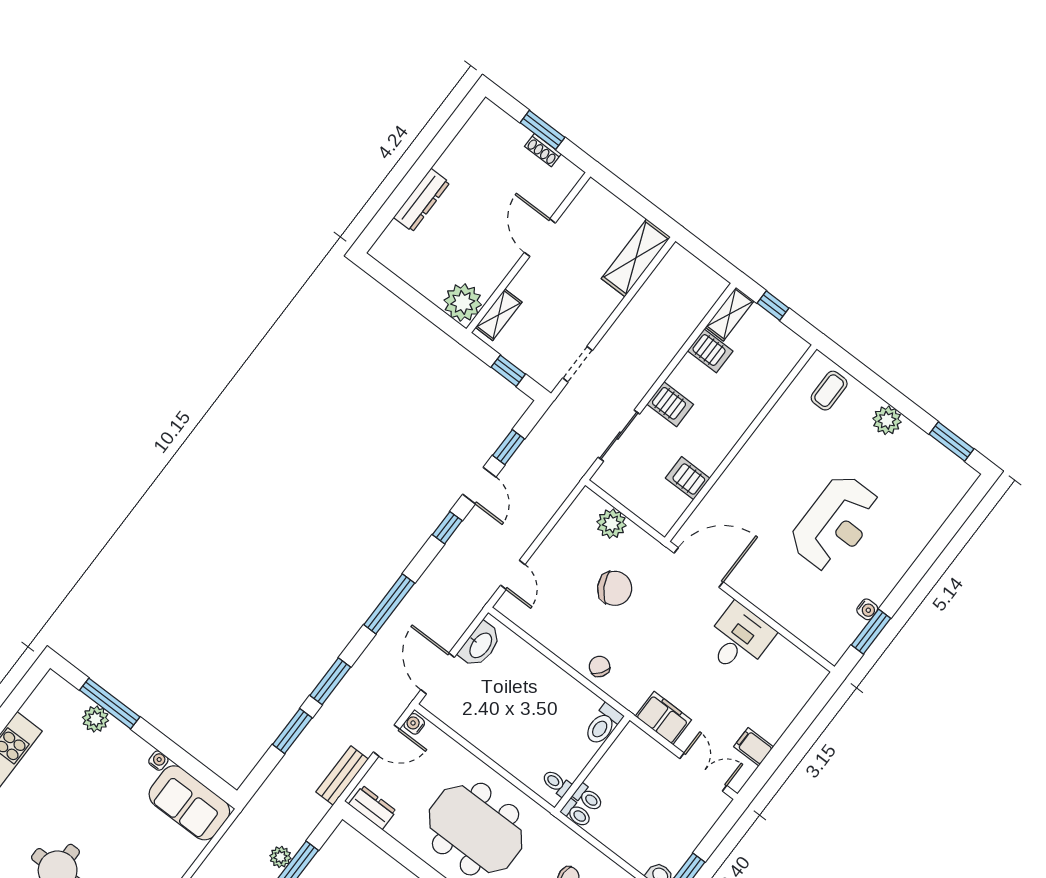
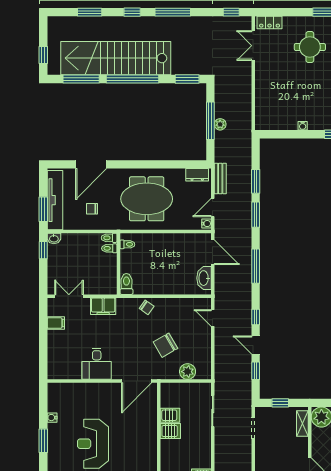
server rack: (670, 404) -> (170, 431), moved, turned 180
window: (871, 632) -> (43, 441), moved
double door: (703, 772) -> (69, 296), swing flipped
sofa: (189, 803) -> (276, 118), removed

